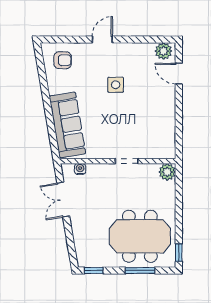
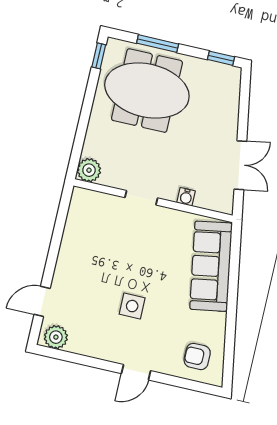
door: (179, 74) -> (42, 301), swing flipped
water cooler: (80, 169) -> (186, 197), moved

